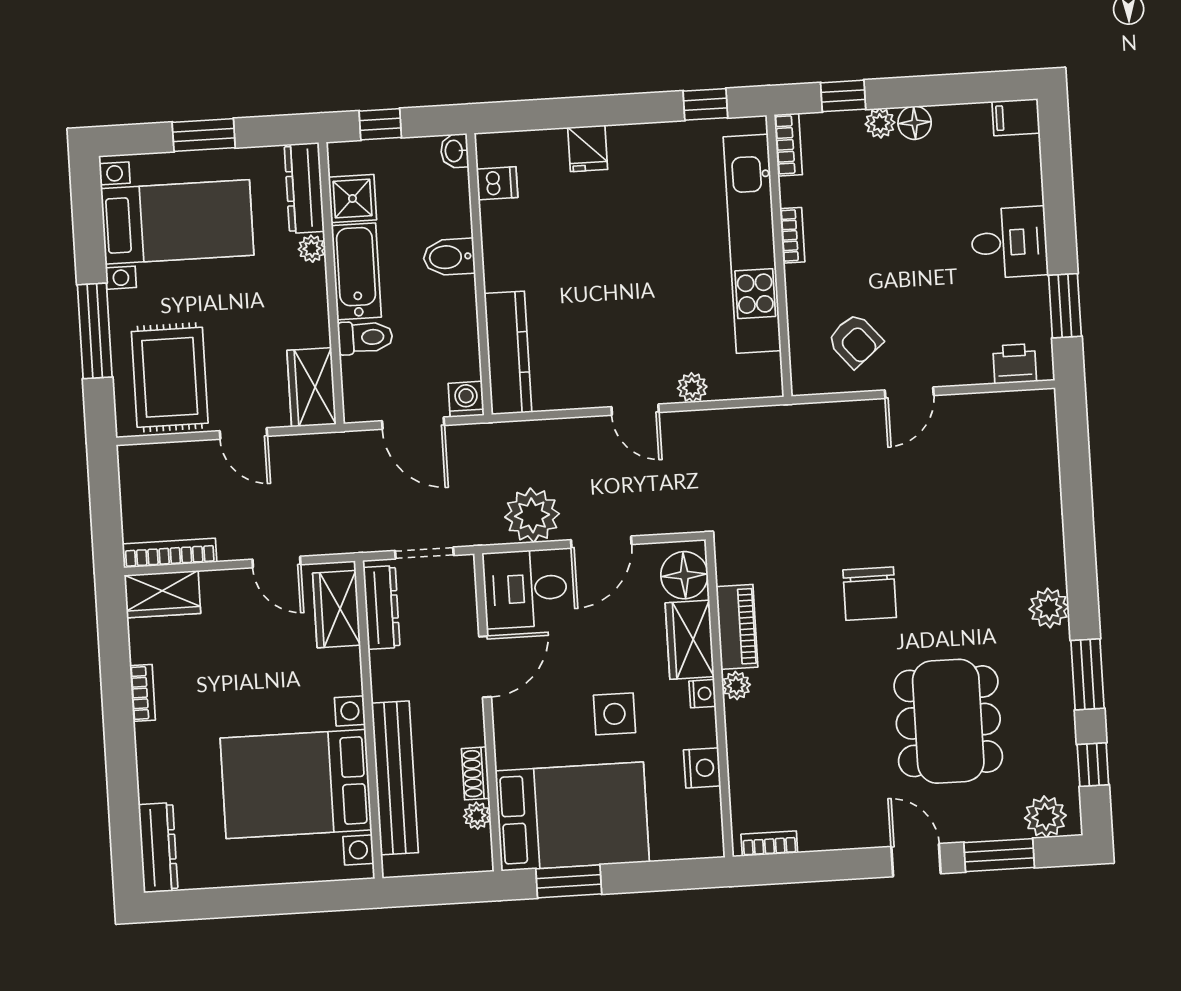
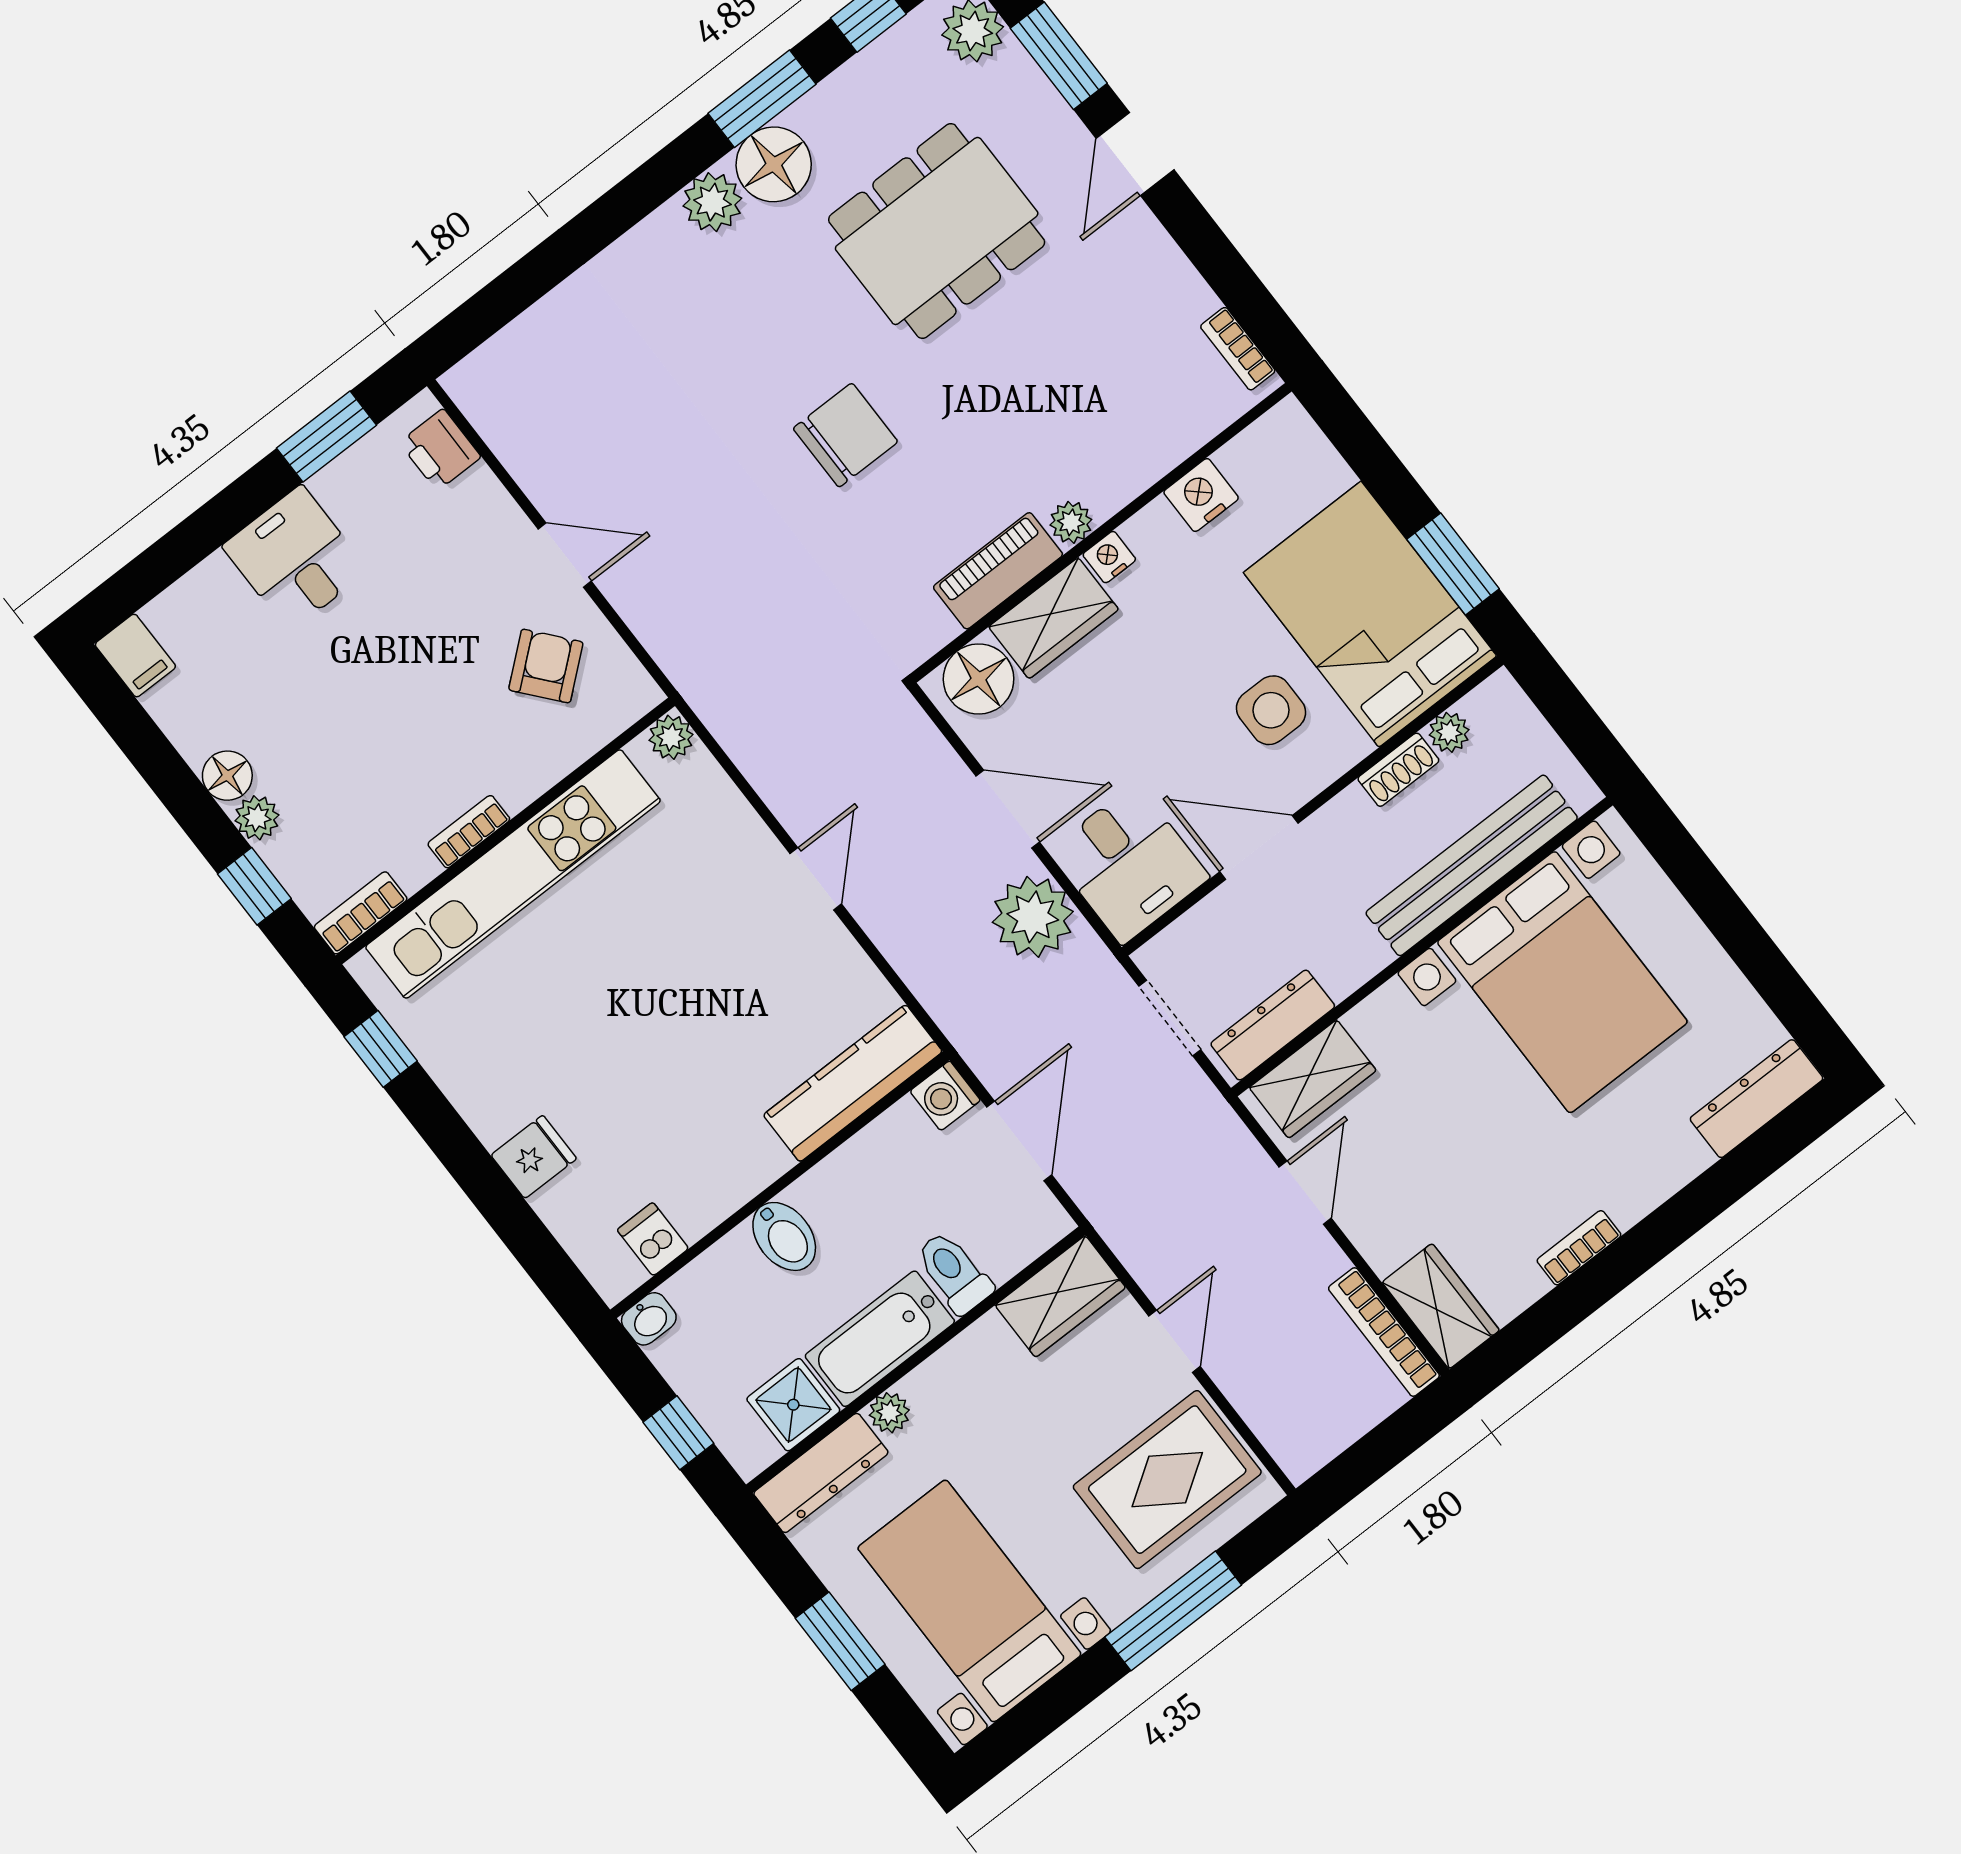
plant: (692, 388) -> (671, 737), moved
floor lamp: (1047, 656) -> (774, 164), added
side table: (614, 714) -> (1271, 710), moved

